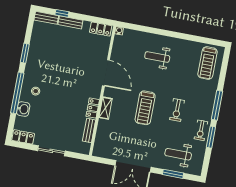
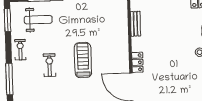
locker: (93, 108) -> (137, 62), moved
shelving: (106, 108) -> (124, 51), removed
window: (211, 137) -> (7, 20), moved

